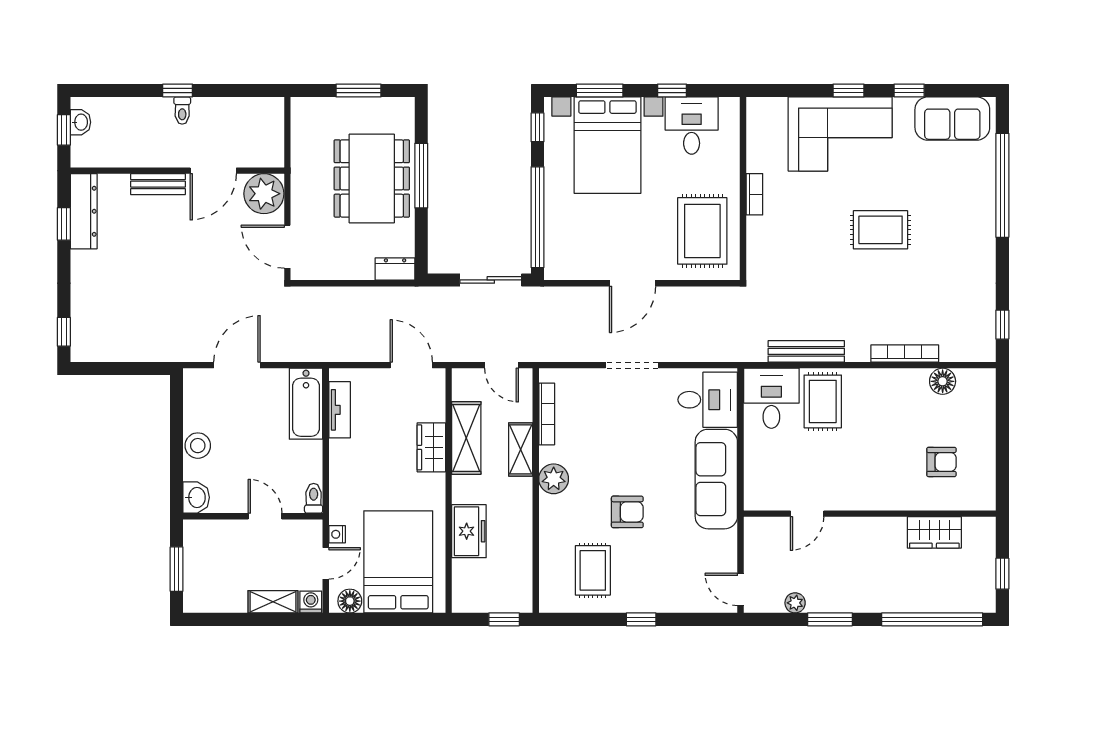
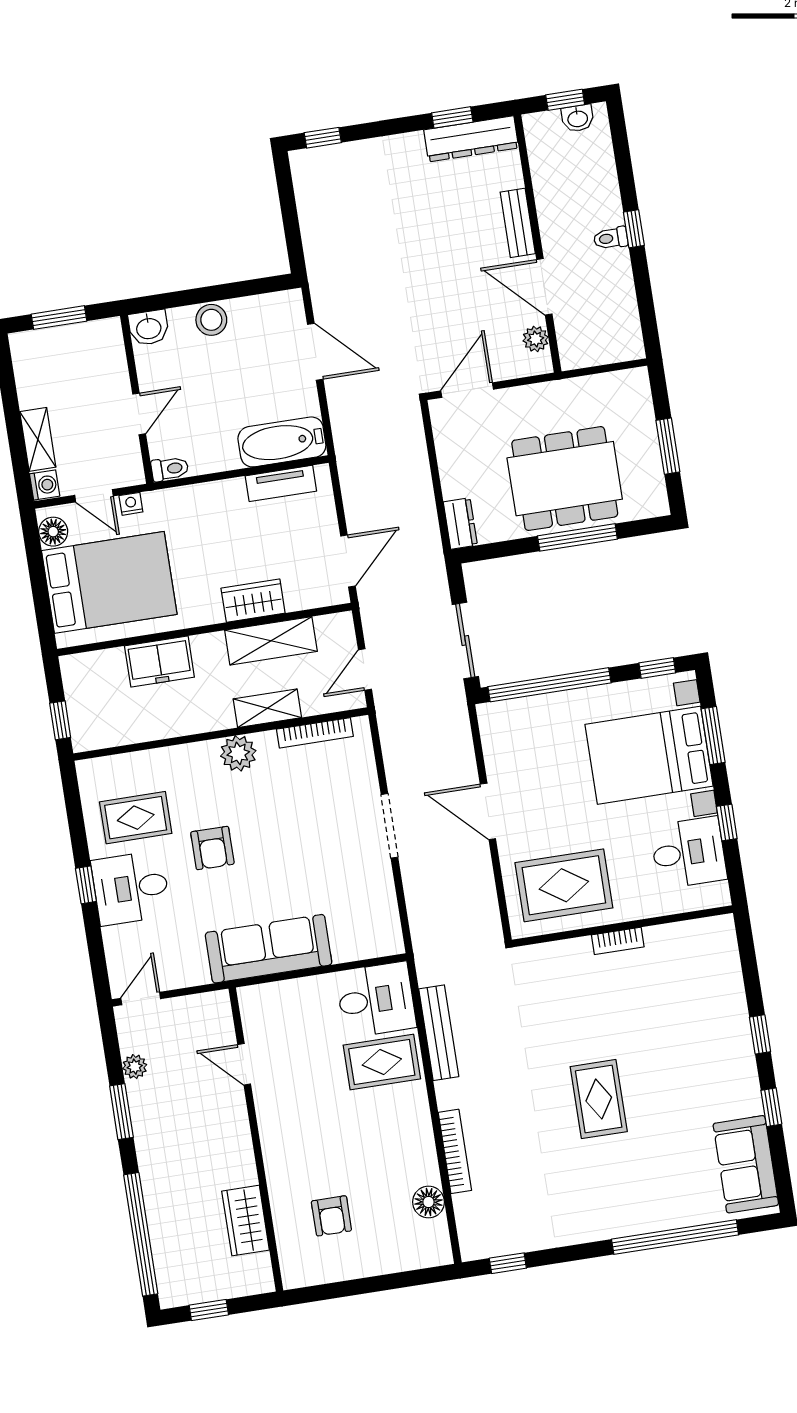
corner sofa: (840, 134) -> (706, 1033), removed
plant: (264, 194) -> (536, 339), width x0.53, depth x0.53
desk: (708, 400) -> (131, 888), moved, turned 90

